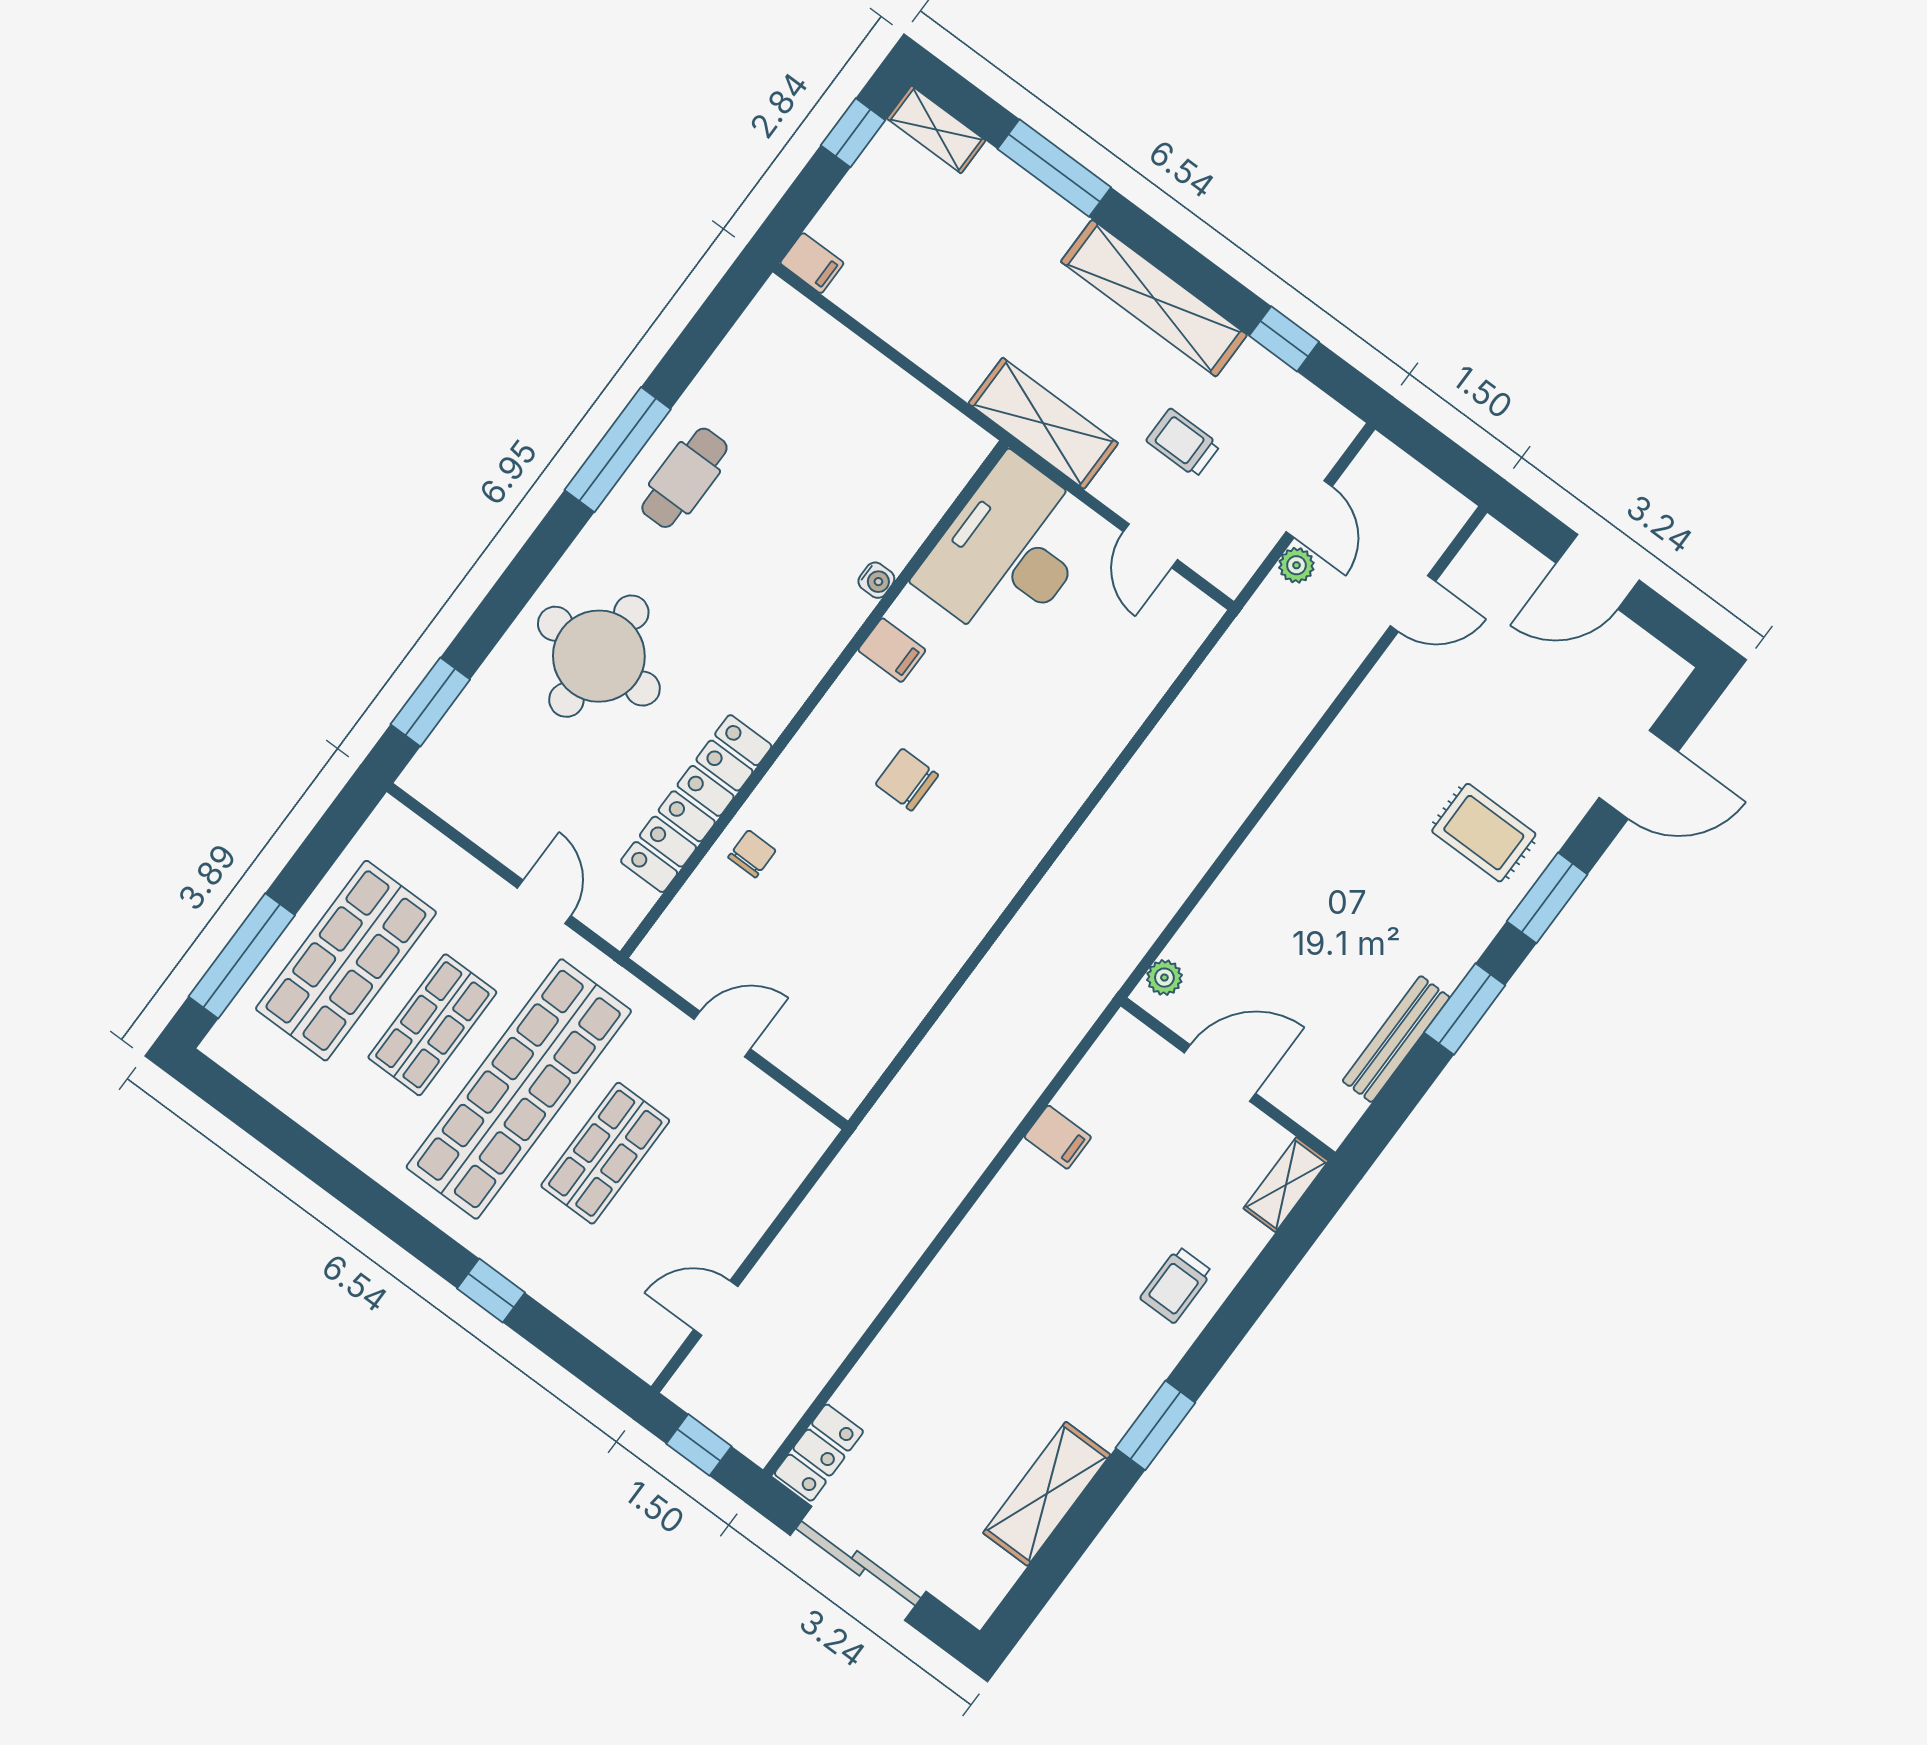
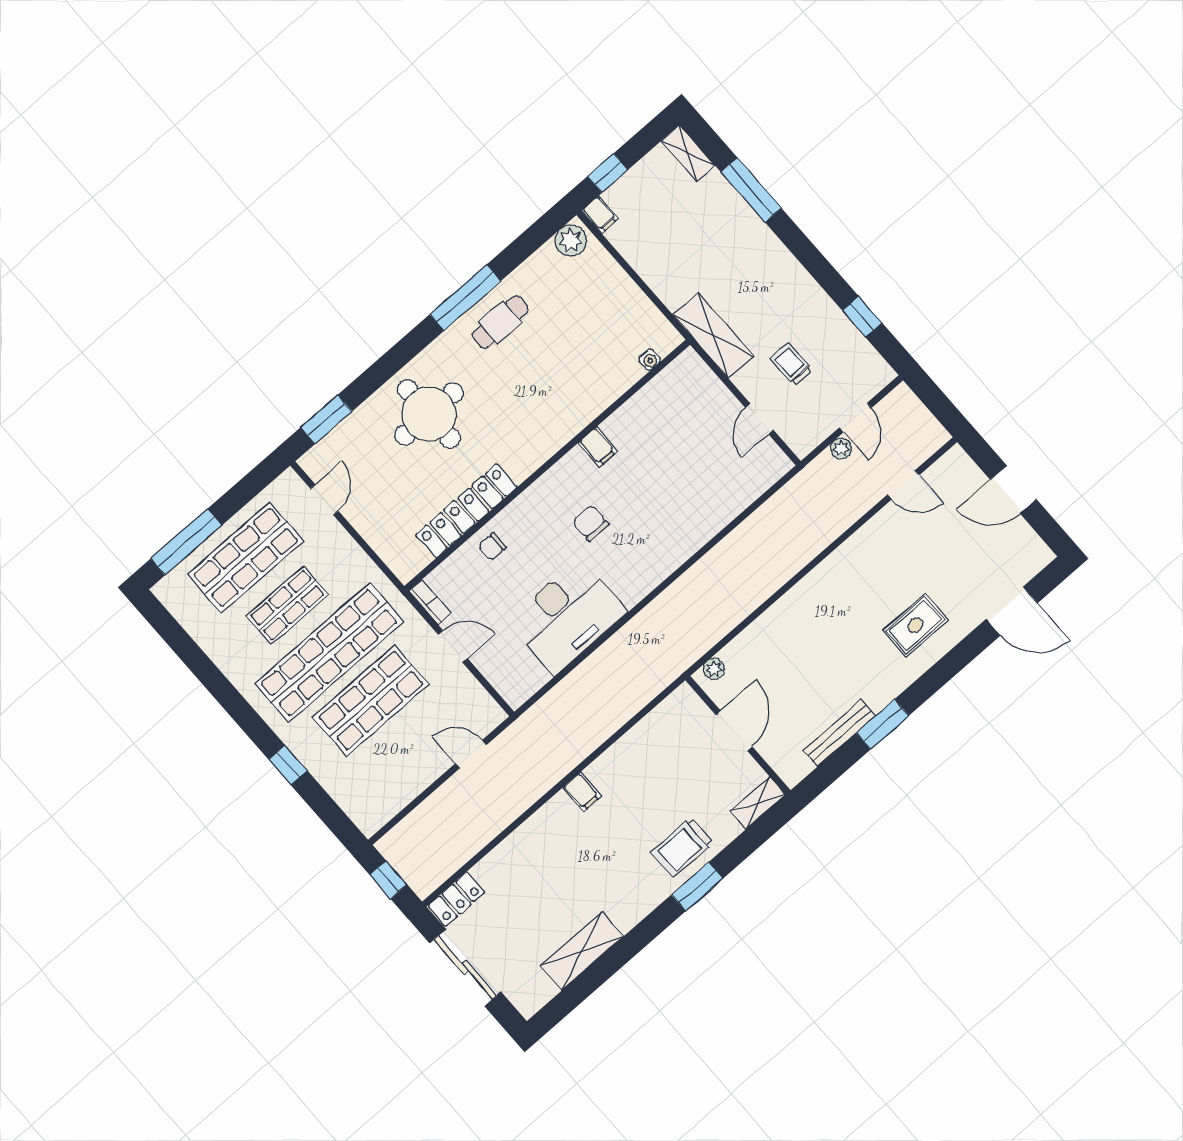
window: (853, 133) -> (608, 173), moved
shelving: (1154, 298) -> (792, 277), removed
plant: (773, 317) -> (571, 240), added
desk: (1009, 552) -> (567, 616), moved, turned 180
water cooler: (876, 580) -> (649, 360), moved
rug: (1484, 833) -> (915, 625), turned 90
chair: (752, 854) -> (492, 547), turned 180
window: (1547, 898) -> (944, 671), removed
door: (544, 902) -> (324, 500), moved
bookcase: (669, 968) -> (430, 602), added
door: (1220, 1073) -> (734, 731), hinge flipped
filing cabinet: (1058, 1137) -> (582, 792), moved
shop shelf: (605, 1153) -> (371, 700), width x1.43, depth x1.36
trolley: (1176, 1285) -> (683, 847), width x1.36, depth x1.39
door: (716, 1308) -> (471, 754), moved
window: (1155, 1425) -> (697, 887), moved

